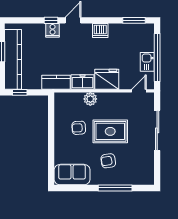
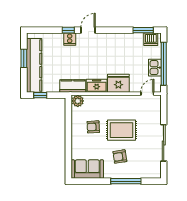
dishwasher: (100, 30) -> (151, 39), moved
plant: (90, 99) -> (78, 101), moved
sliding door: (157, 130) -> (164, 143), moved

